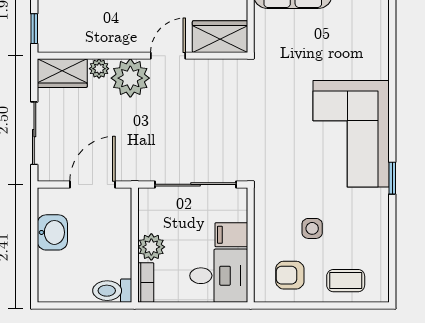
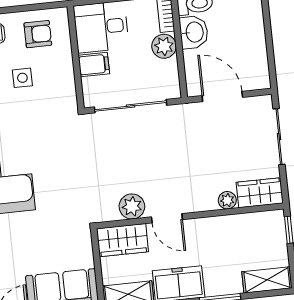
door: (168, 56) -> (167, 218), hinge flipped
plant: (130, 78) -> (132, 206), moved, width x0.73, depth x0.73
door: (92, 184) -> (222, 96), swing flipped
washbasin: (52, 232) -> (194, 32), moved, turned 180

